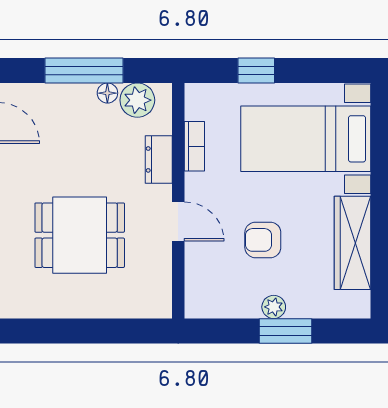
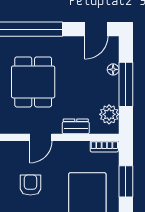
window: (256, 70) -> (126, 181), width x1.50
floor lamp: (107, 93) -> (113, 69), moved
bookcase: (194, 146) -> (104, 146), moved

